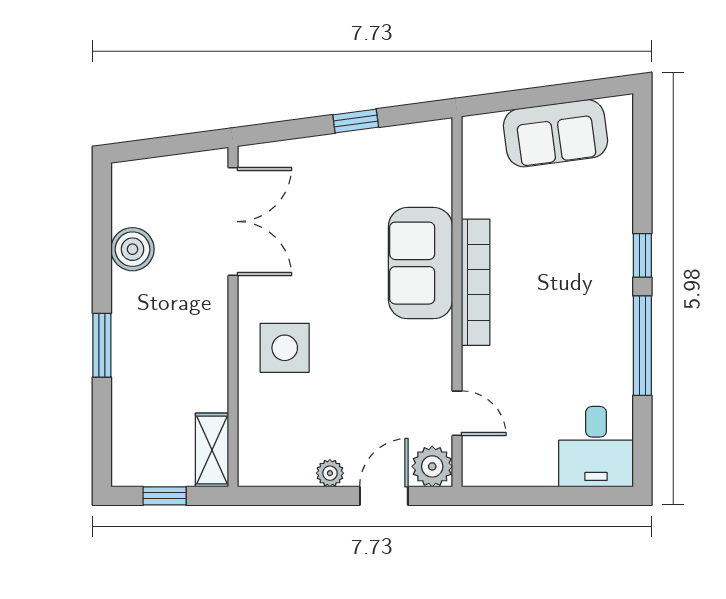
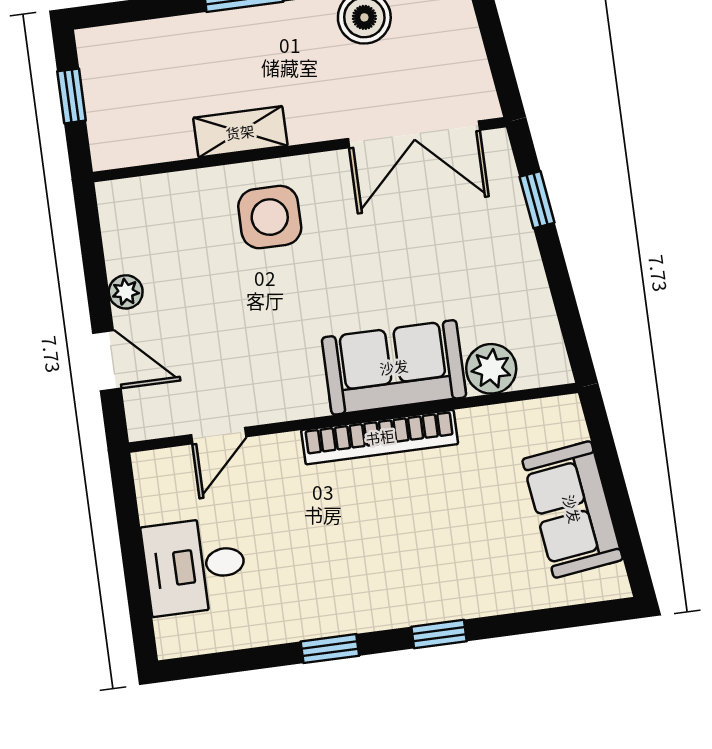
window: (356, 121) -> (537, 200), moved
window: (642, 346) -> (330, 649), width x0.46
desk: (596, 447) -> (195, 566), moved
shelving: (212, 450) -> (240, 132), moved
plant: (432, 466) -> (491, 369), moved

